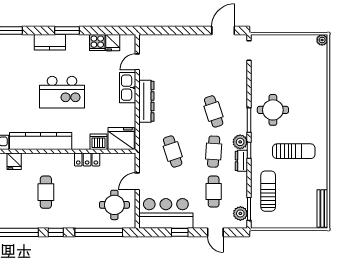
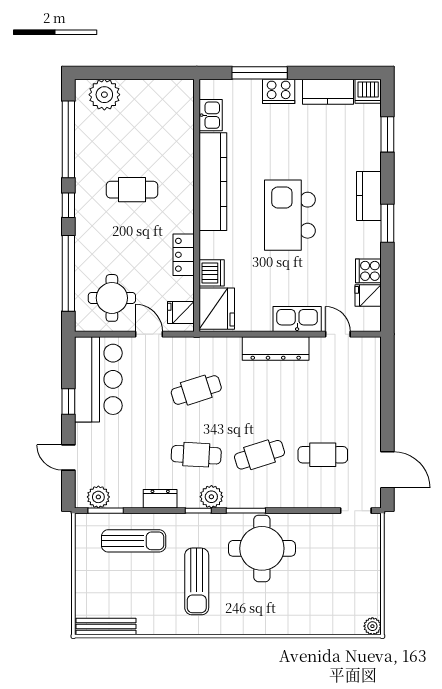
round table: (273, 110) -> (262, 548), width x1.36, depth x1.36
fridge: (14, 161) -> (181, 313), moved
dresser: (241, 161) -> (160, 499), moved
cafe table: (214, 192) -> (323, 455), moved
door: (215, 232) -> (68, 458), hinge flipped

